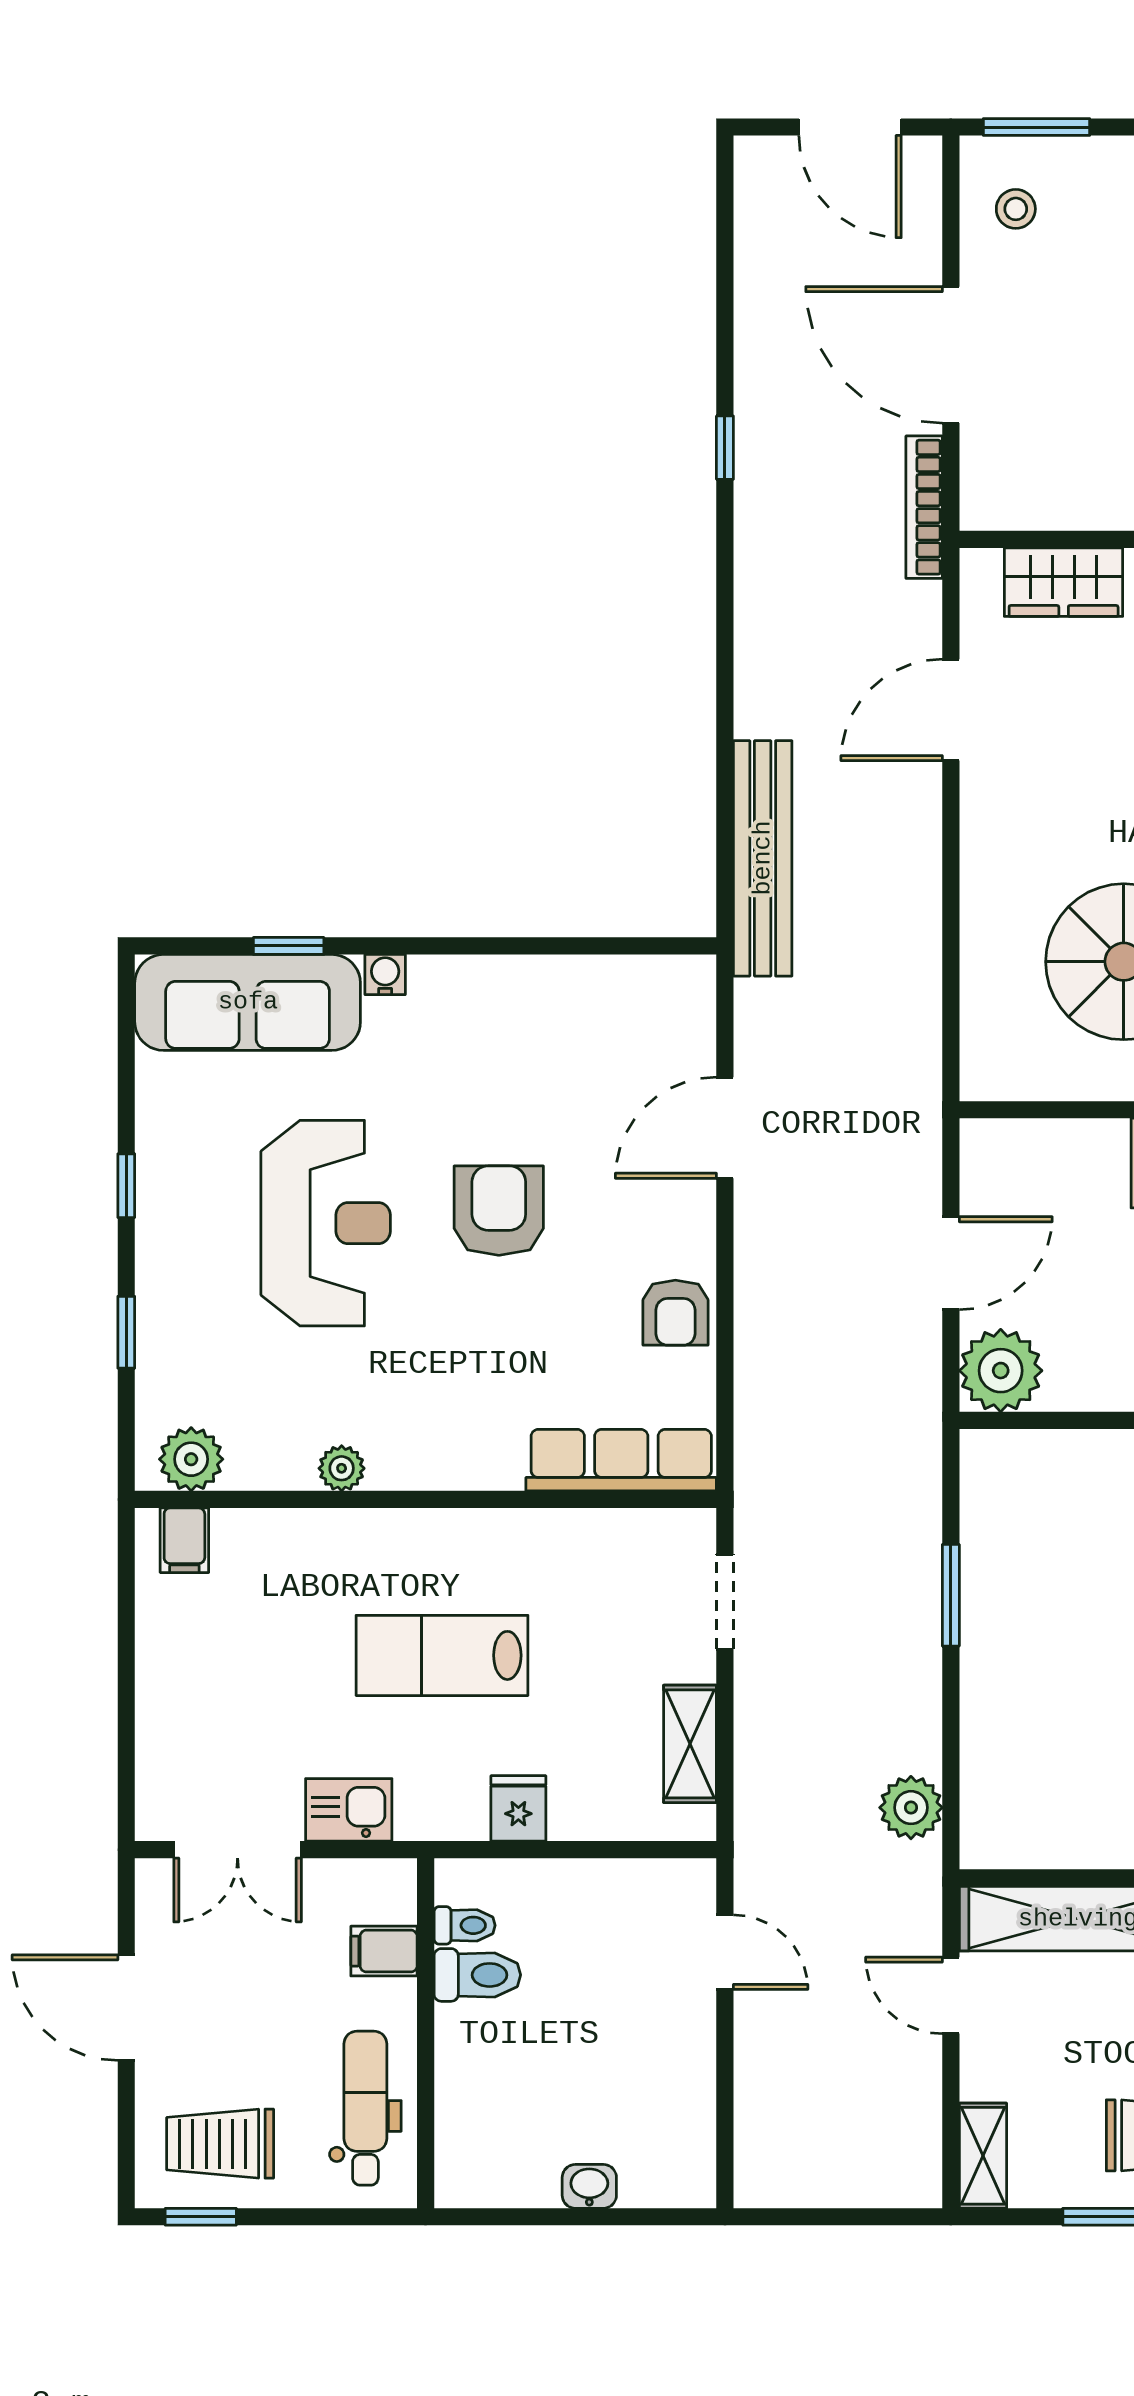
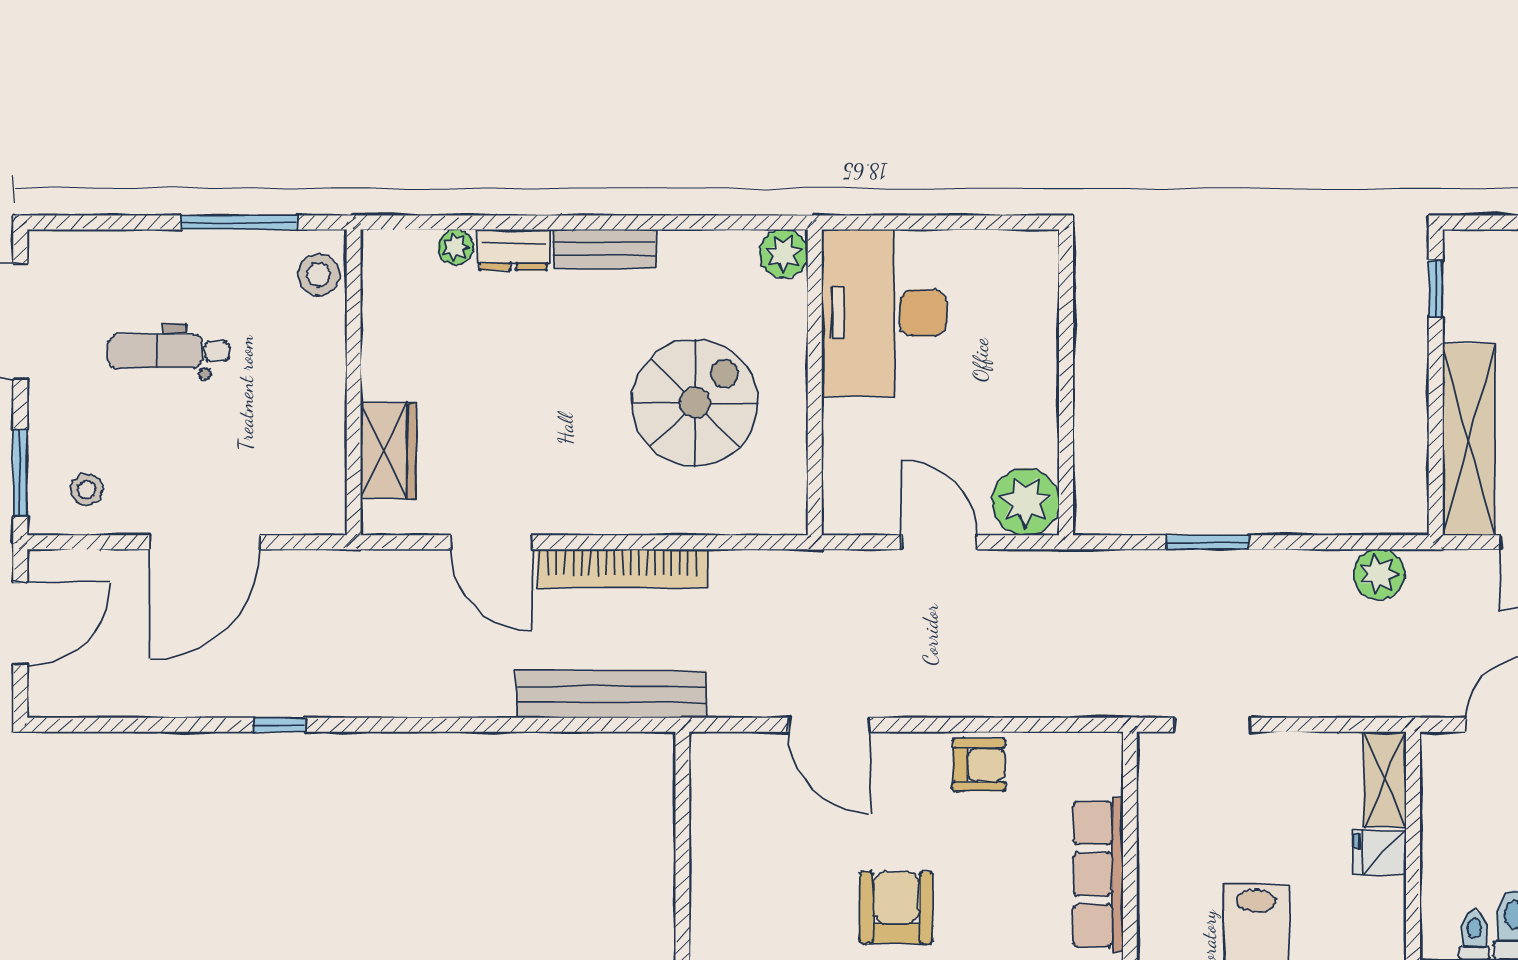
bookcase: (924, 507) -> (622, 568), moved, width x1.48, depth x1.31
armchair: (499, 1211) -> (896, 908), turned 90
row of seats: (621, 1460) -> (1098, 874), moved
shelving: (690, 1744) -> (1385, 779), moved, turned 90
fridge: (518, 1808) -> (1380, 853), moved

